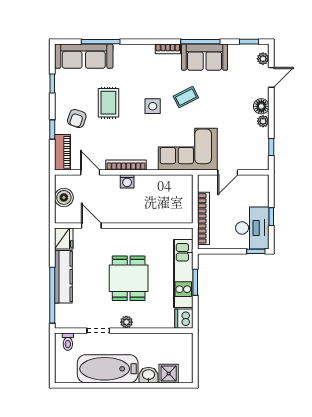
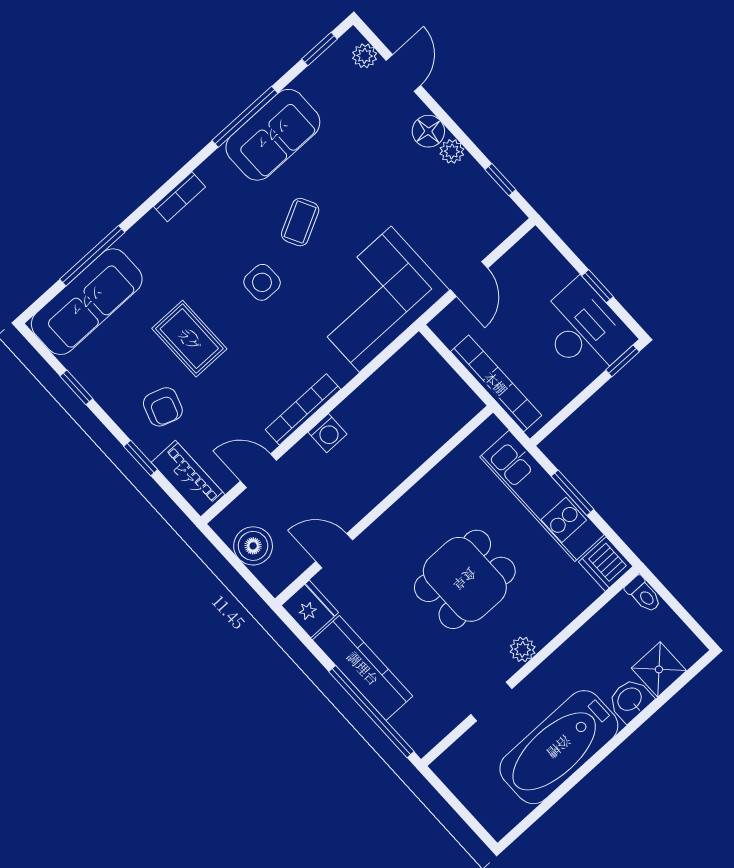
bookcase: (168, 49) -> (180, 197), moved
dining table: (129, 278) -> (465, 579), turned 90
toilet: (68, 342) -> (643, 594), moved

